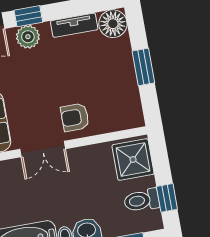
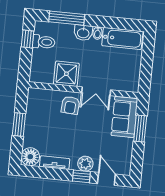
armchair: (75, 117) -> (70, 105), turned 94
double door: (43, 149) -> (96, 91), swing flipped
shower: (133, 160) -> (66, 74), moved

